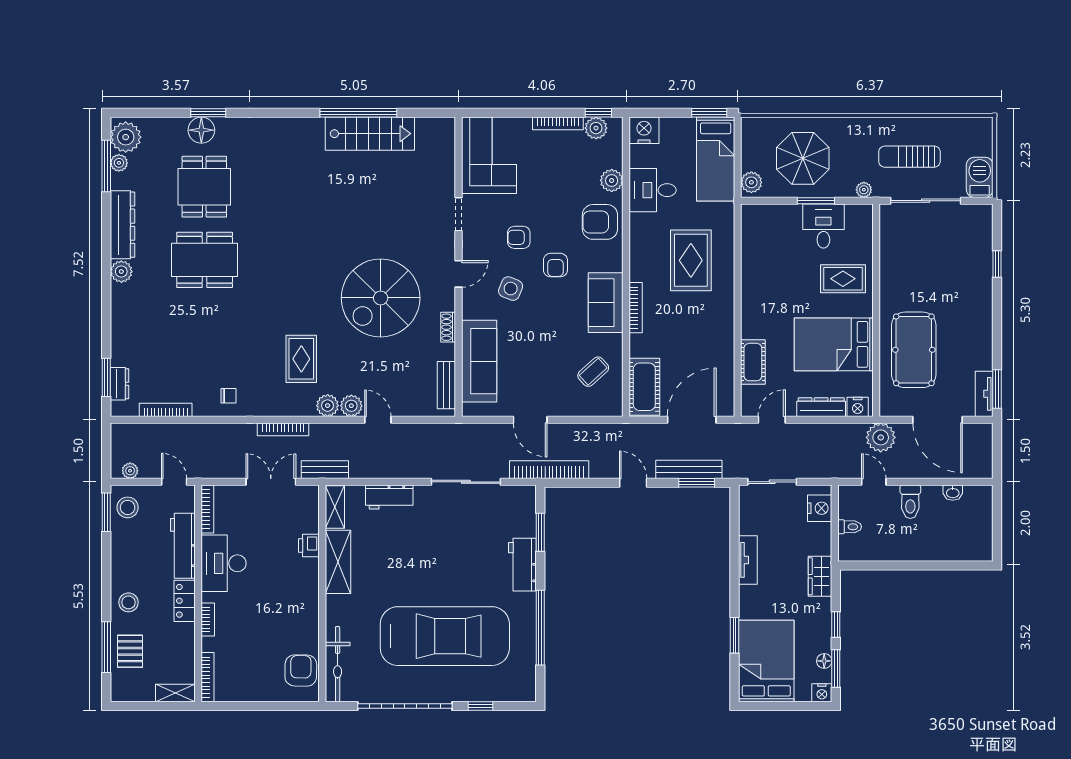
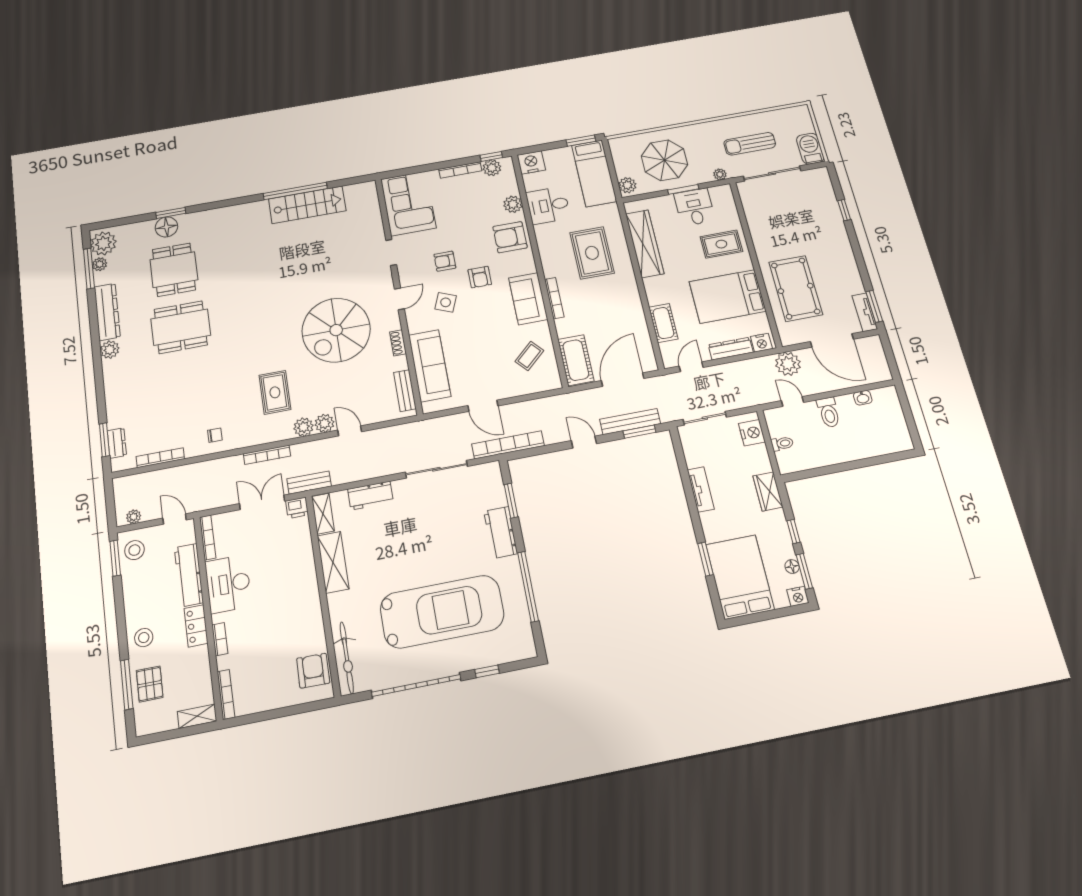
wardrobe: (754, 261) -> (645, 244), added
printer: (309, 546) -> (297, 508), moved, turned -90

